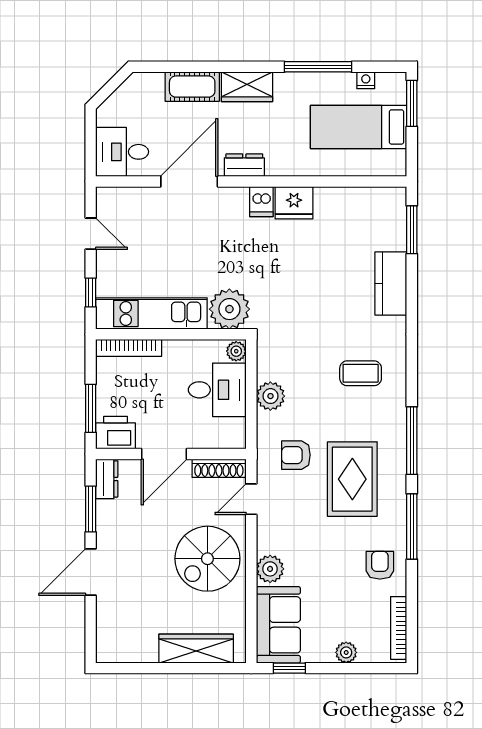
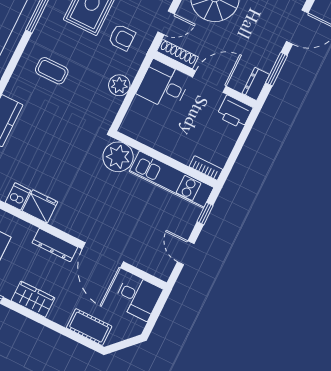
cot: (192, 87) -> (89, 327), moved
dresser: (244, 165) -> (55, 245), width x1.44
door: (189, 181) -> (103, 255), hinge flipped
dishwasher: (261, 202) -> (18, 196), moved
bookcase: (129, 348) -> (206, 168), width x0.64
plant: (236, 351) -> (127, 126), removed
desk: (217, 390) -> (163, 85), moved
window: (91, 408) -> (243, 136), removed

